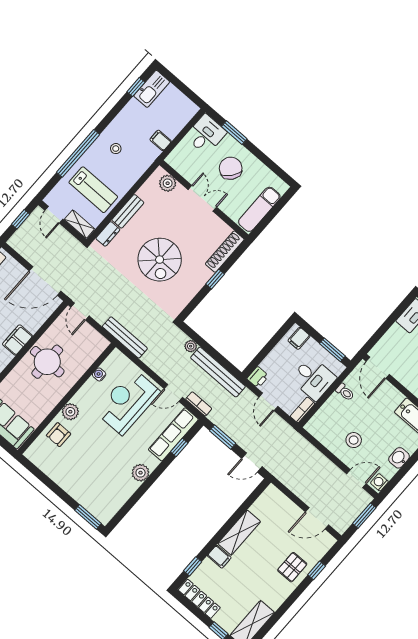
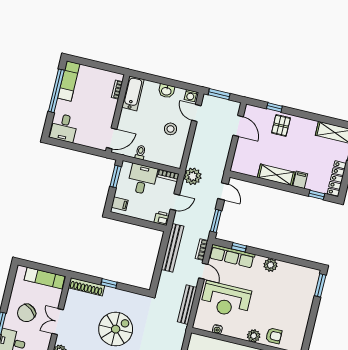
bench: (125, 337) -> (187, 305), moved
plant: (191, 346) -> (193, 176), moved, width x1.88, depth x1.88
pallet: (292, 567) -> (281, 125), turned 90

